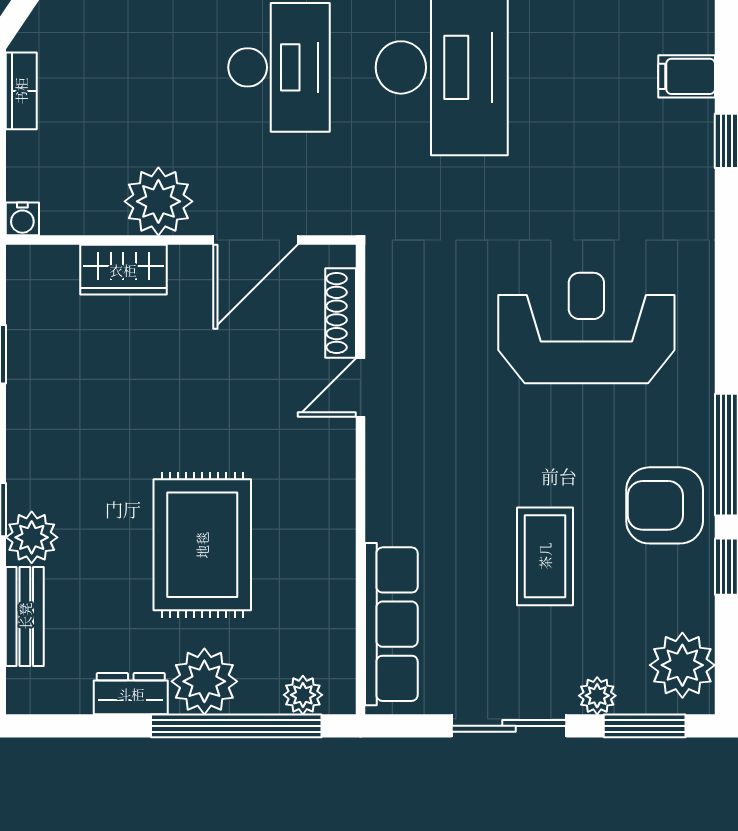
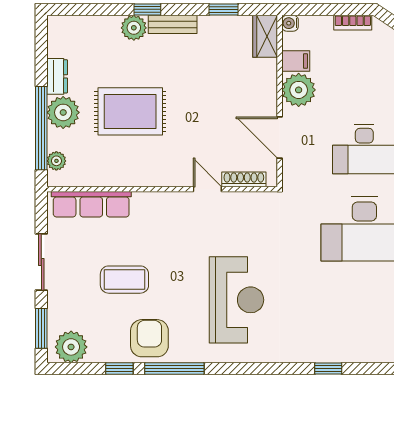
filing cabinet: (687, 76) -> (296, 61), moved, turned 90
wardrobe: (123, 270) -> (265, 36), moved
bench: (25, 616) -> (173, 24), moved
plant: (597, 696) -> (56, 305), removed

